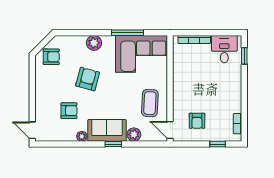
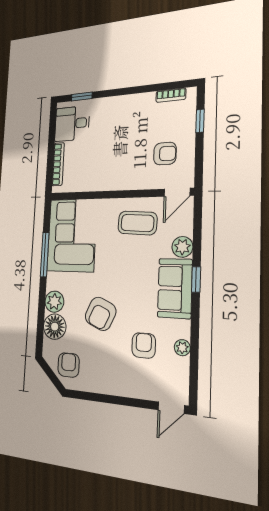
floor lamp: (77, 44) -> (55, 327), added
armchair: (88, 79) -> (101, 314), turned -81
plant: (82, 136) -> (182, 348), moved

